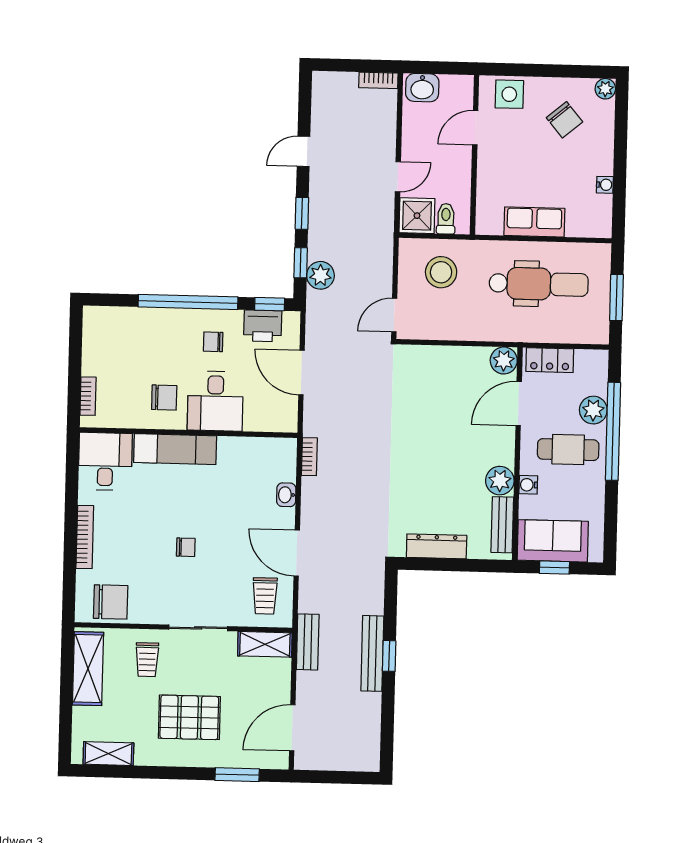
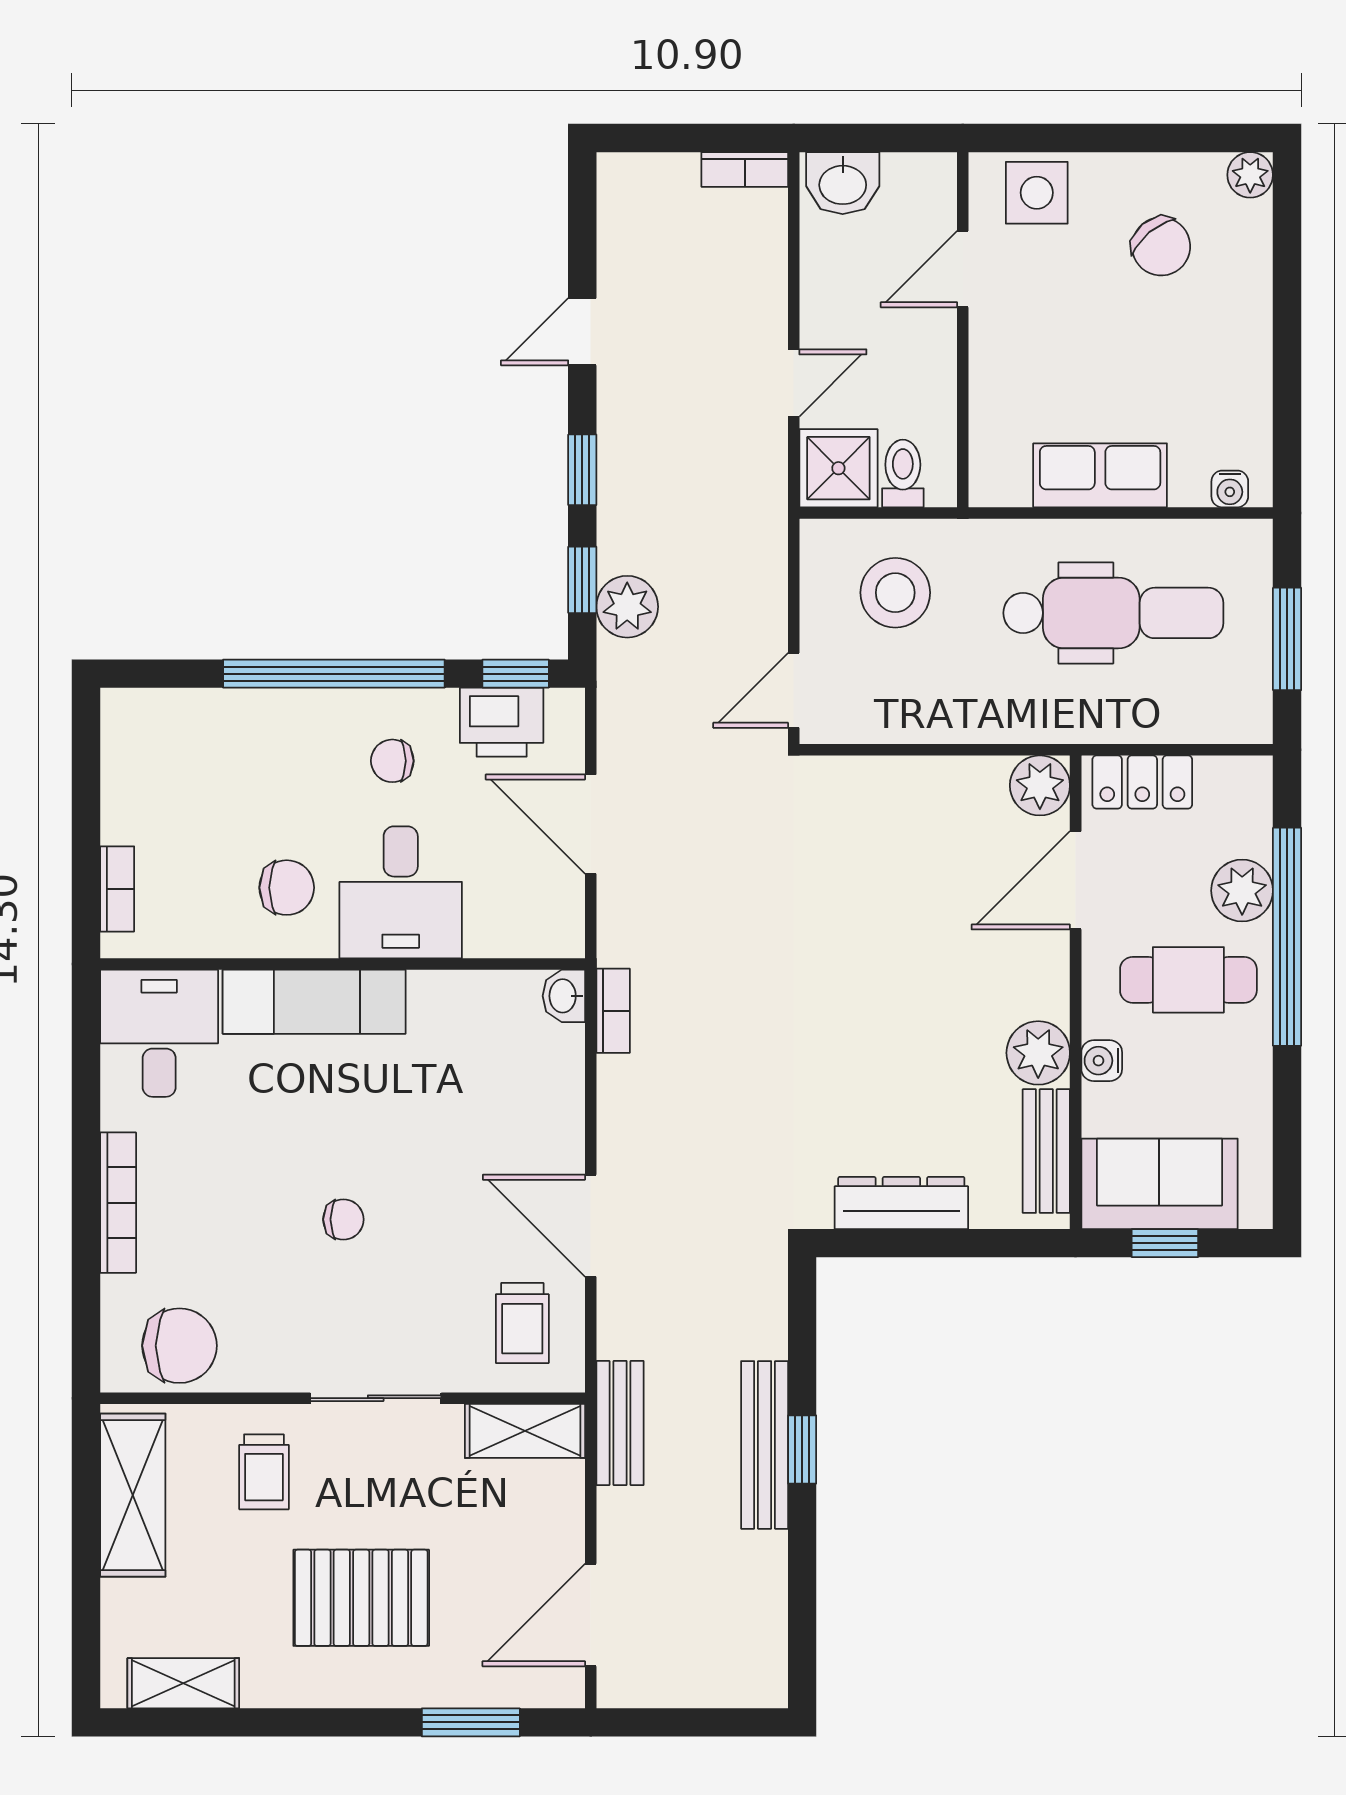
water cooler: (605, 185) -> (1230, 489), moved, turned 90
washbasin: (286, 495) -> (564, 996), moved

